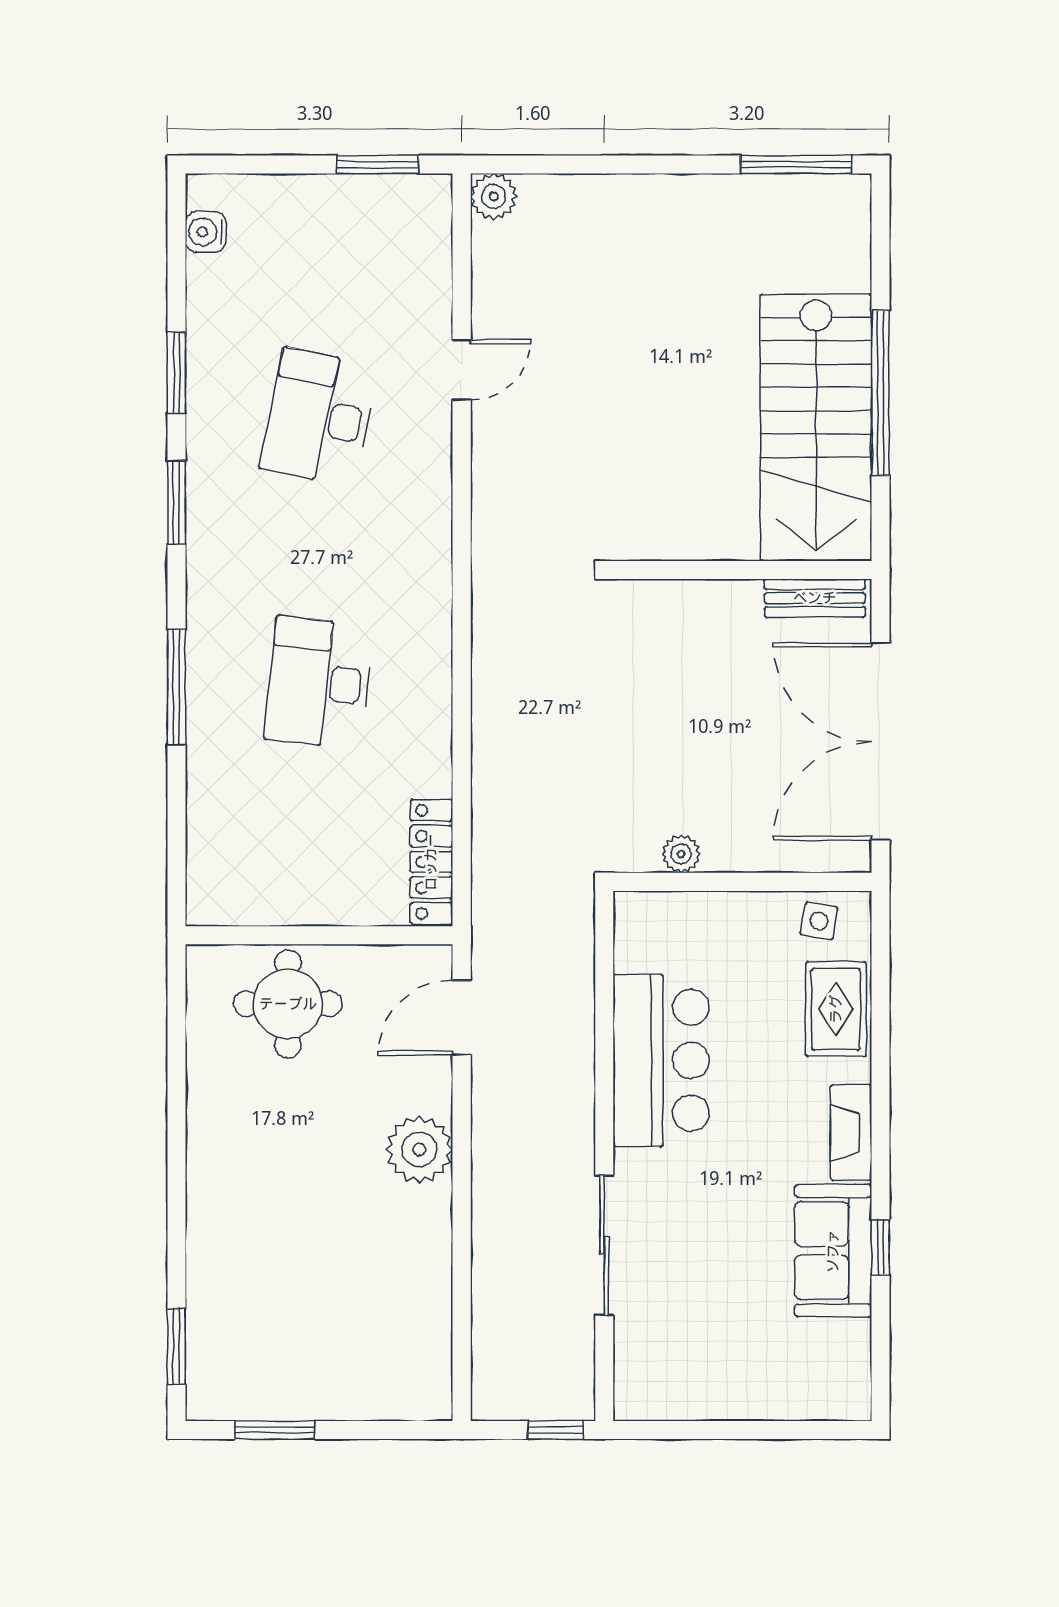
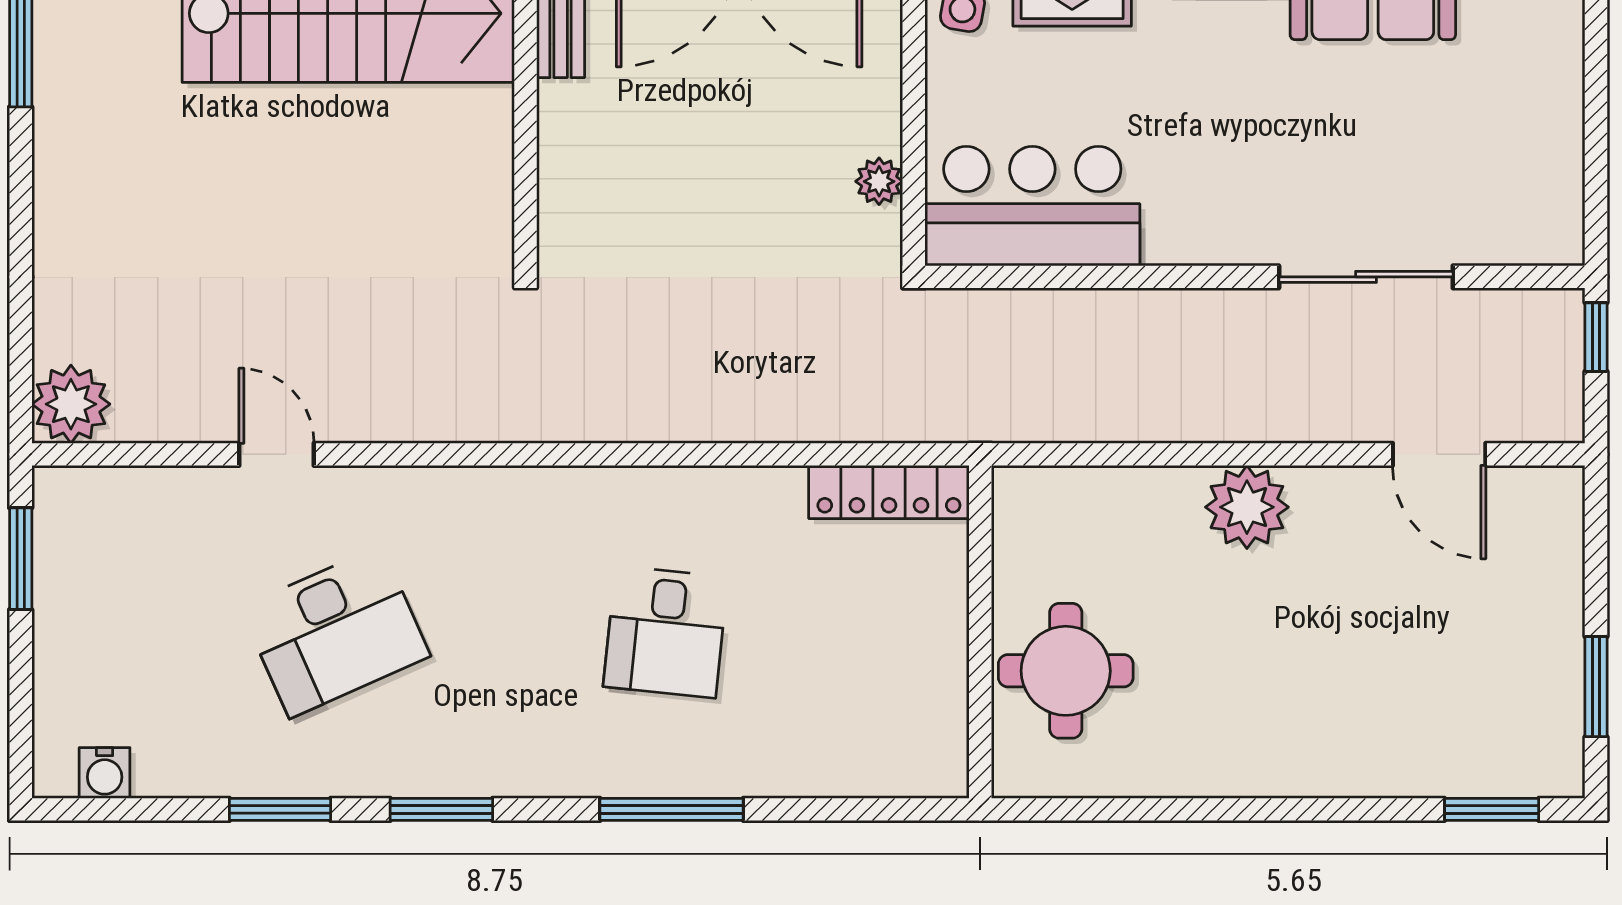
plant: (494, 196) -> (71, 404), width x1.36, depth x1.36
desk: (319, 417) -> (335, 632), turned -36
desk: (319, 683) -> (666, 632), width x0.73
door: (462, 1018) -> (1439, 454), moved
bar counter: (661, 1060) -> (1032, 206), moved

